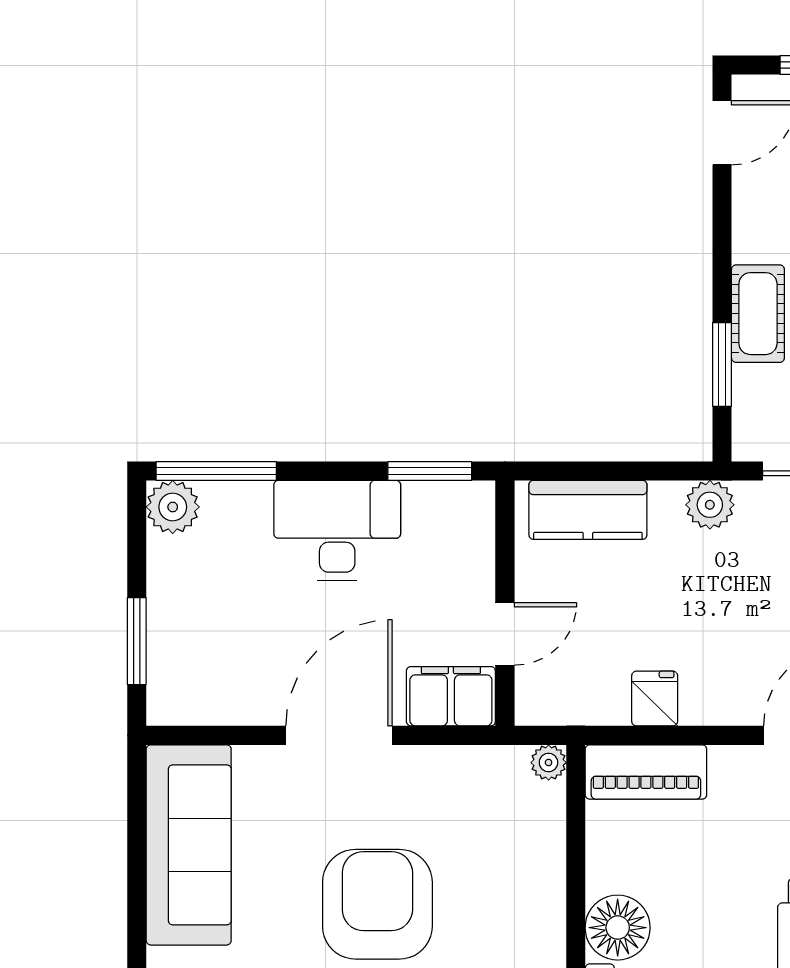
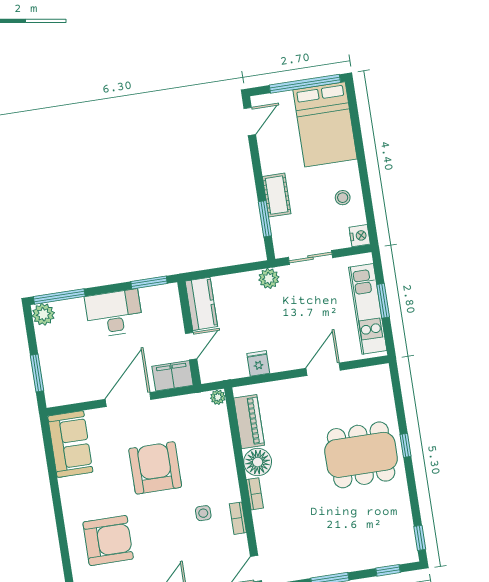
kitchen counter: (588, 510) -> (201, 304), moved, turned -90
piano: (646, 772) -> (249, 422), moved, turned -90
sofa: (189, 845) -> (70, 444), width x0.73

